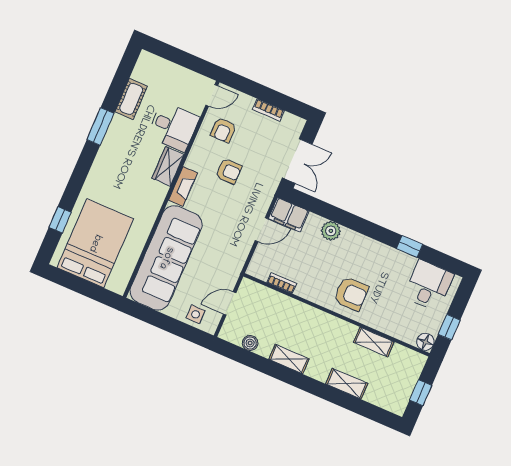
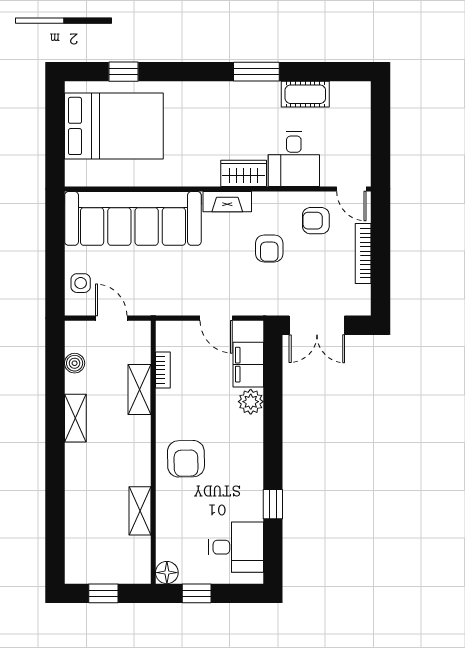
bookcase: (268, 110) -> (363, 253), width x1.56
filing cabinet: (289, 215) -> (248, 365), moved
shelving: (347, 384) -> (139, 390), moved

